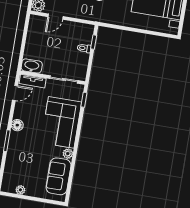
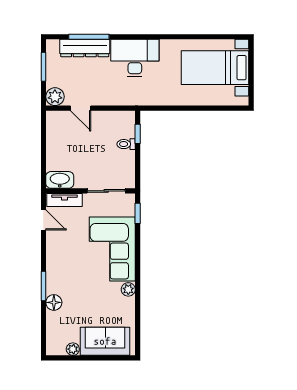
door: (56, 17) -> (81, 108), hinge flipped
door: (15, 93) -> (43, 220), hinge flipped
floor lamp: (17, 125) -> (54, 302), moved
sofa: (59, 176) -> (105, 341), moved, turned 90

